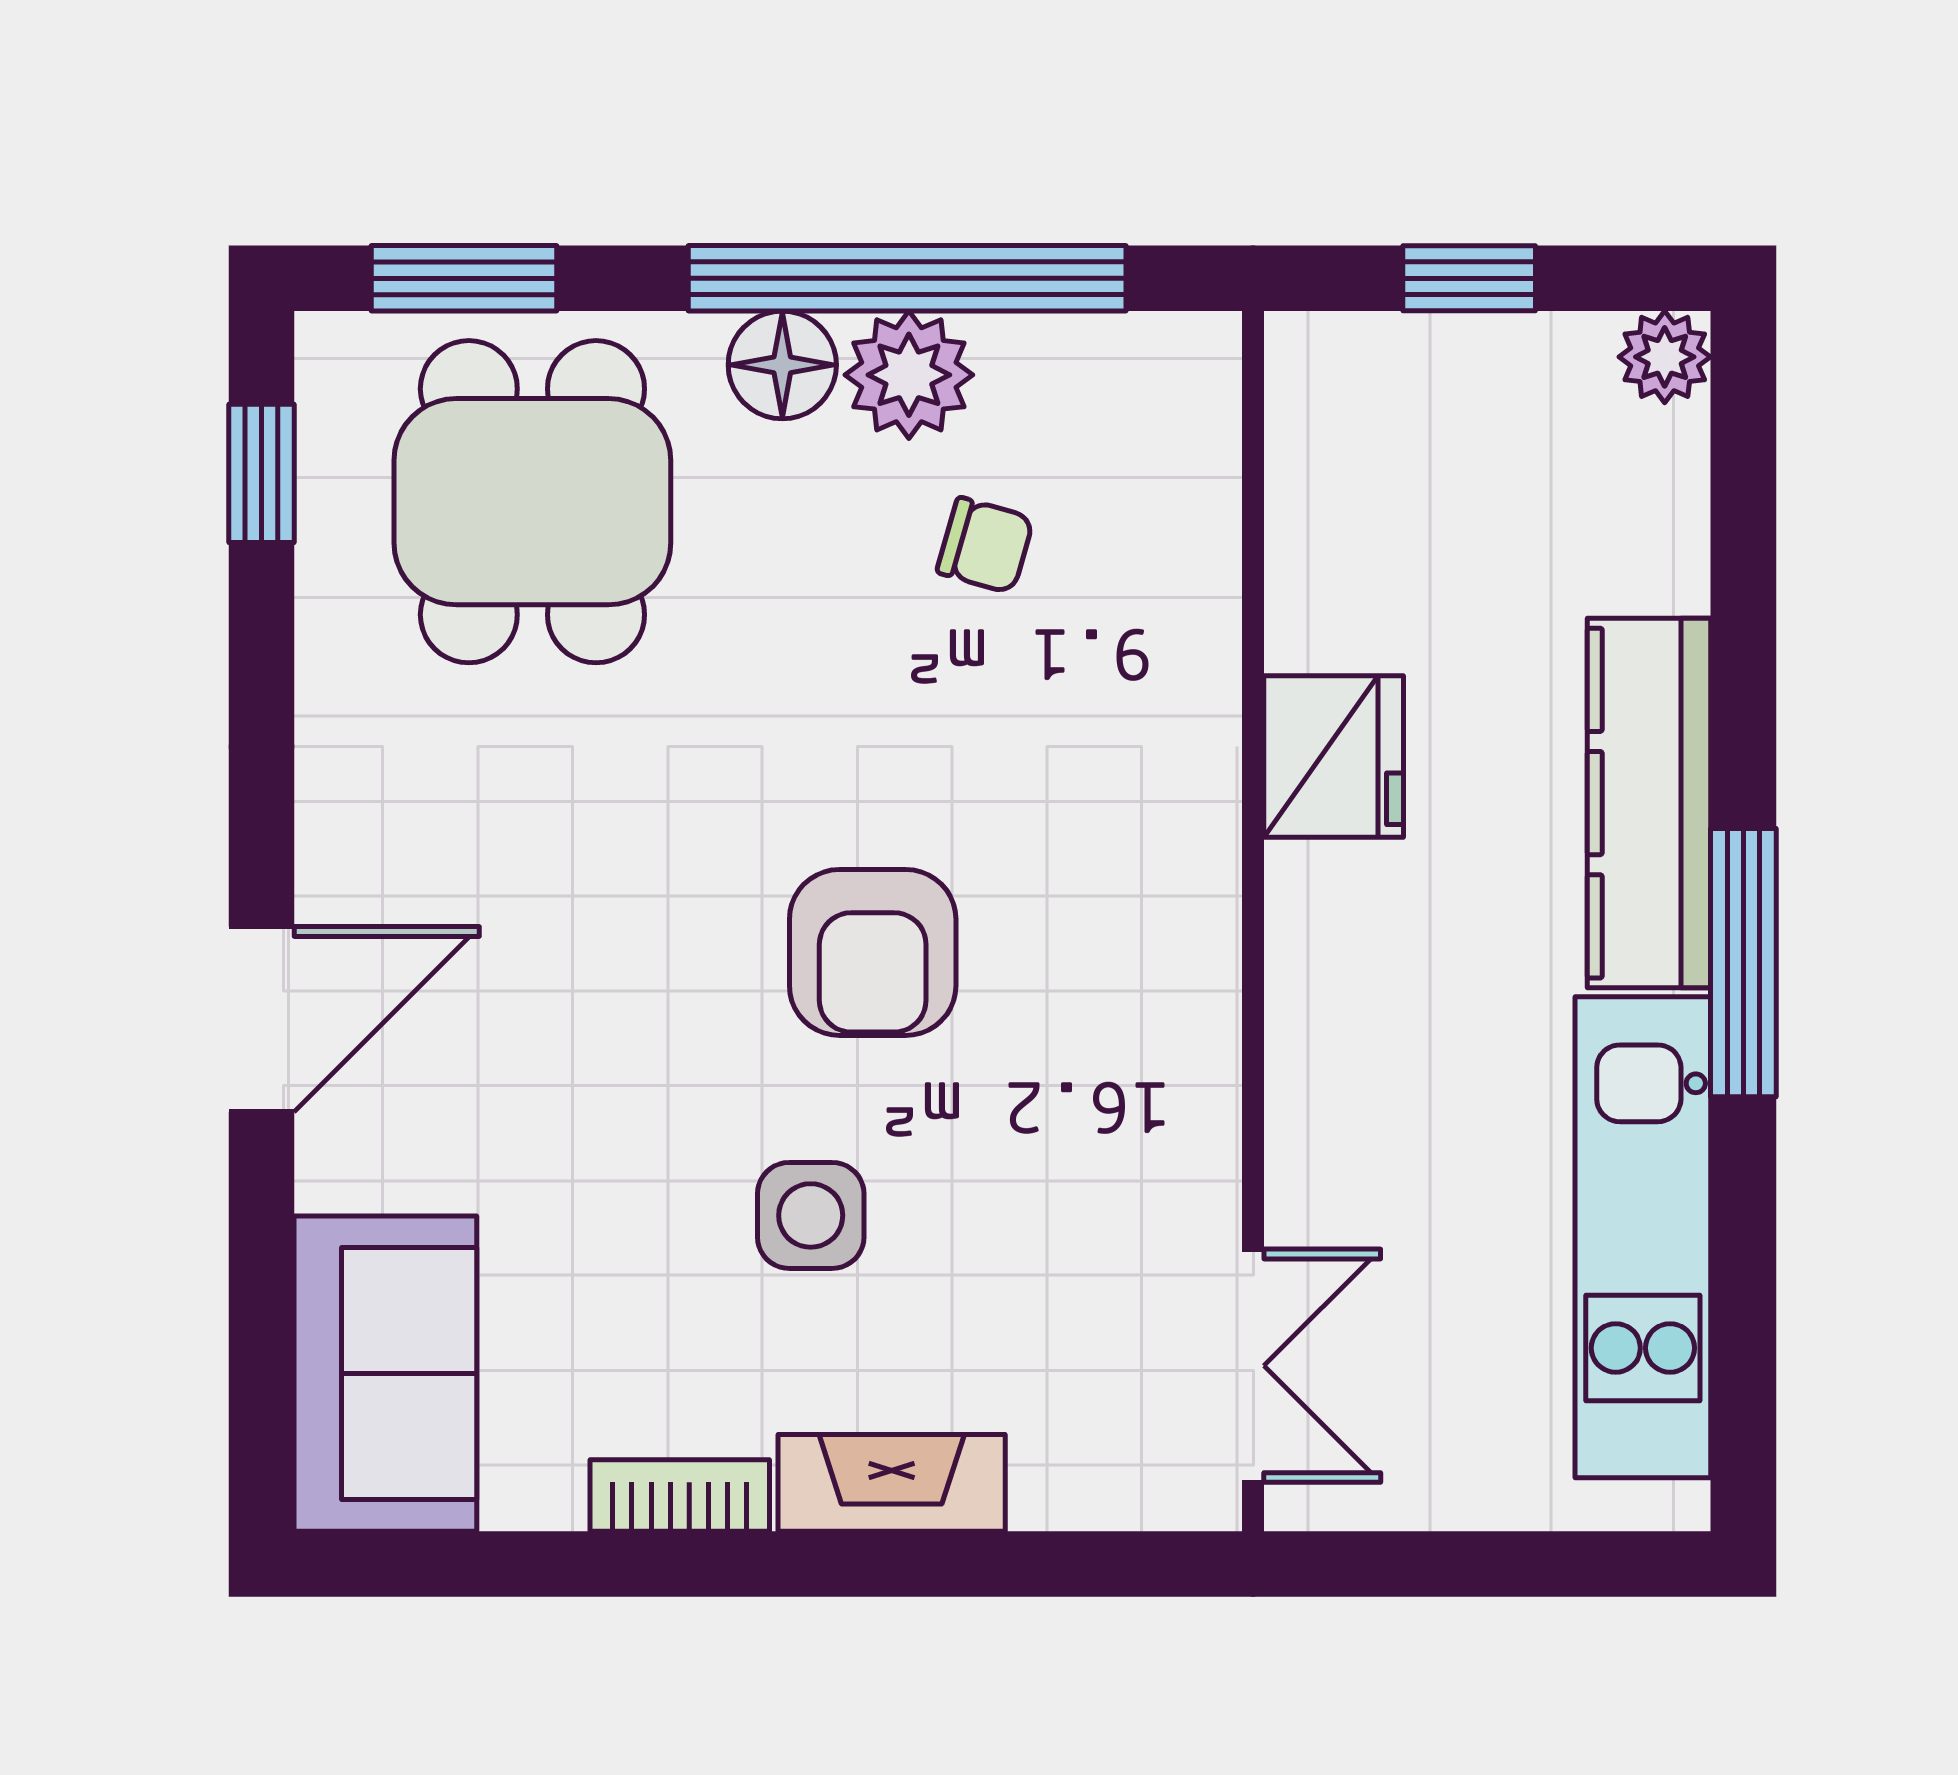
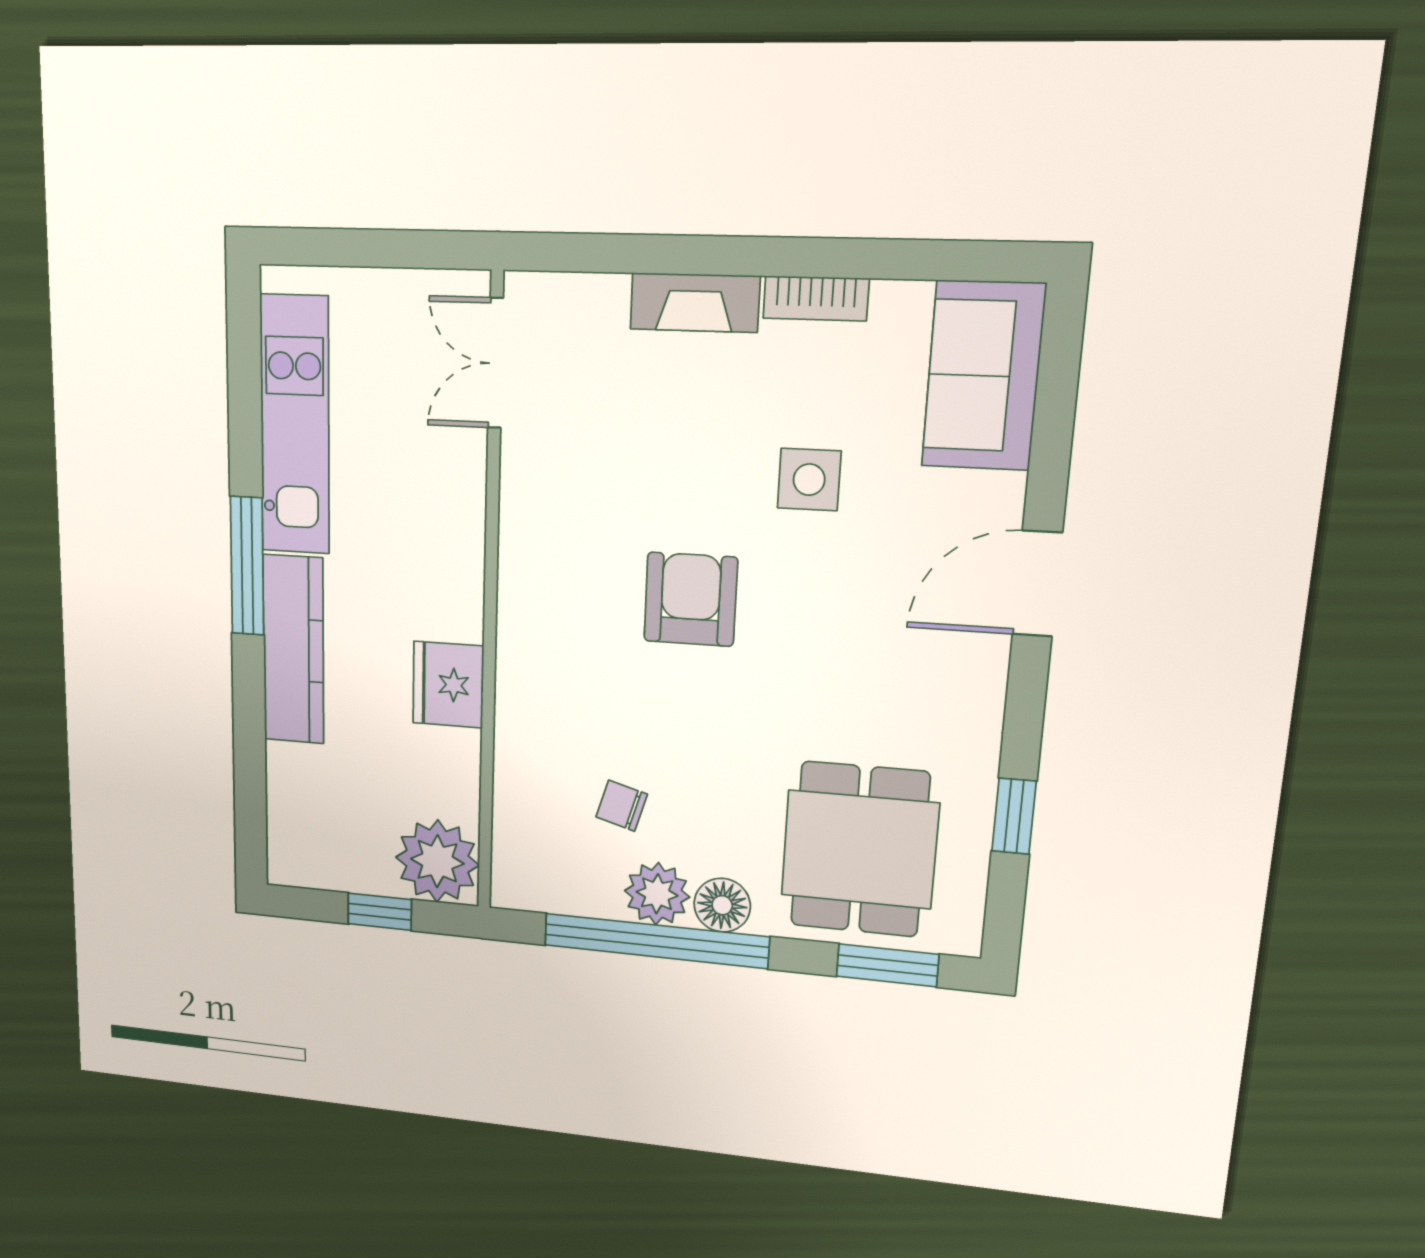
plant: (1665, 357) -> (437, 861), moved, width x1.87, depth x1.87
window: (262, 473) -> (1014, 816), moved
side table: (811, 1215) -> (809, 480), moved

